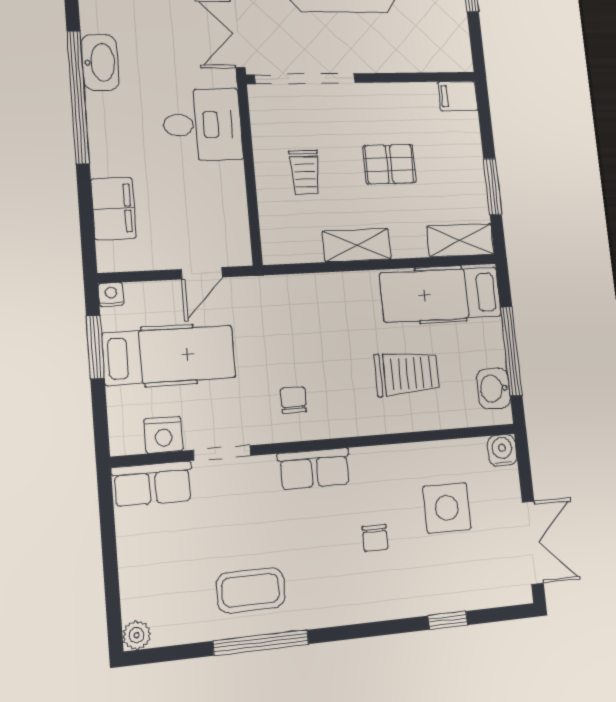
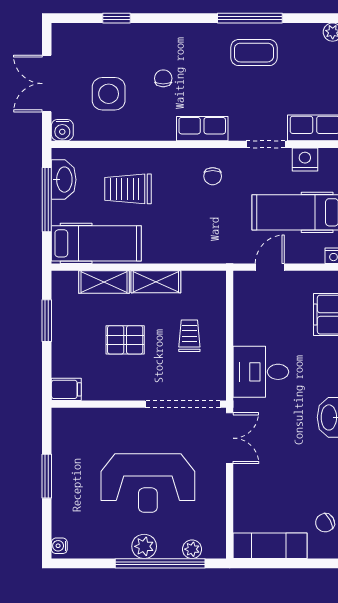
shelving: (460, 240) -> (104, 282), moved
washbasin: (493, 388) -> (64, 180), width x1.38
double door: (533, 543) -> (47, 84), moved

